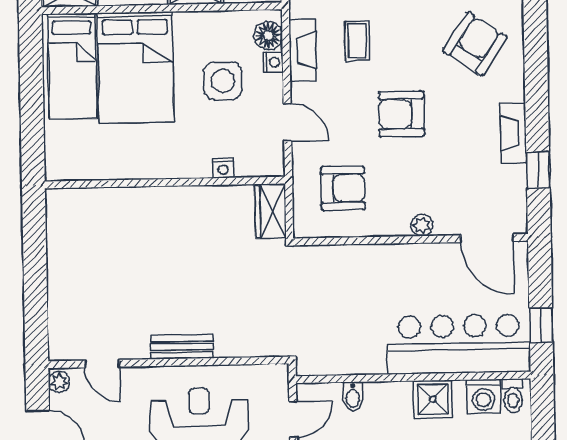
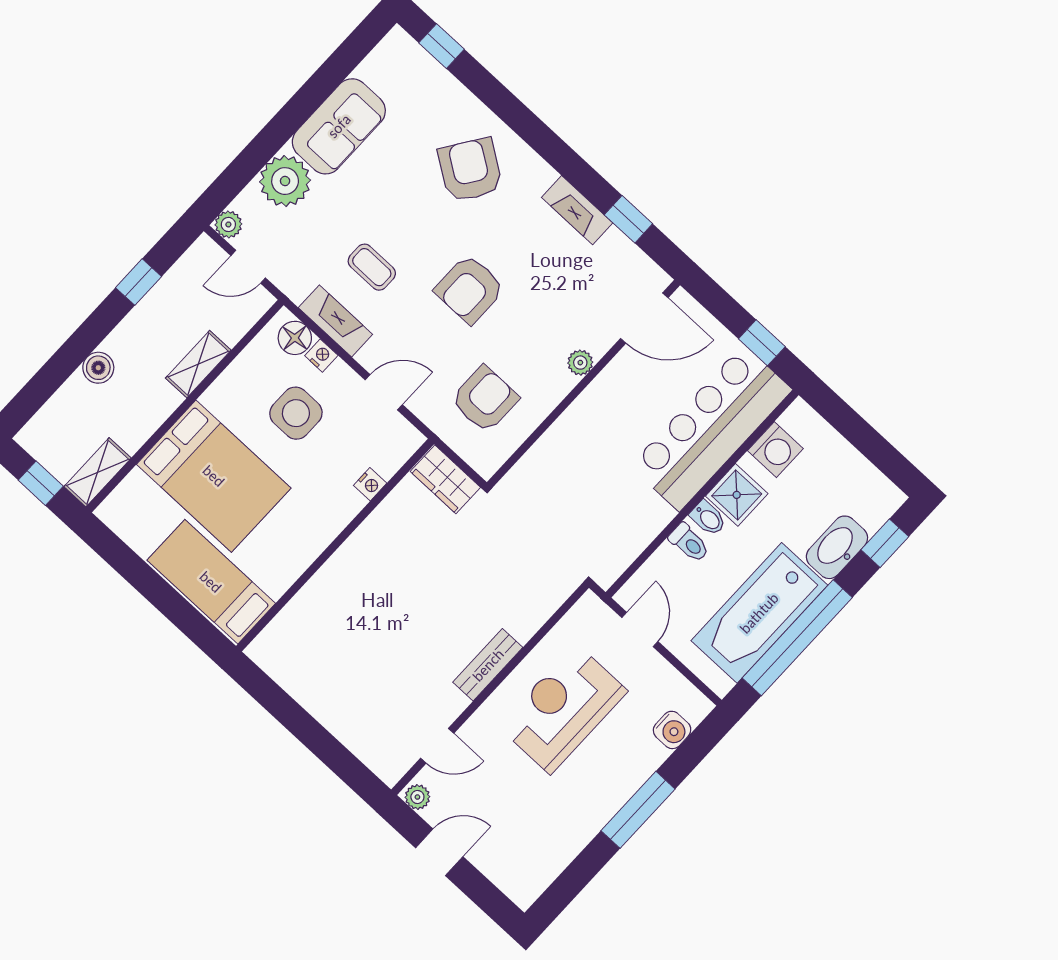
bed: (72, 66) -> (211, 582), moved, turned 180
bidet: (353, 396) -> (708, 518), moved
toilet: (513, 396) -> (689, 543), moved

